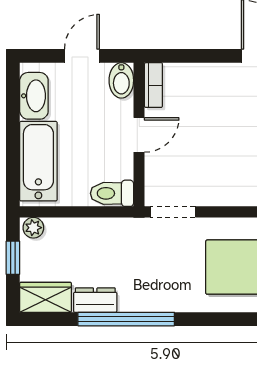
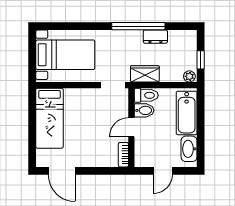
bidet: (121, 80) -> (144, 110), moved, turned 90
wardrobe: (46, 297) -> (145, 74), moved, turned 180

